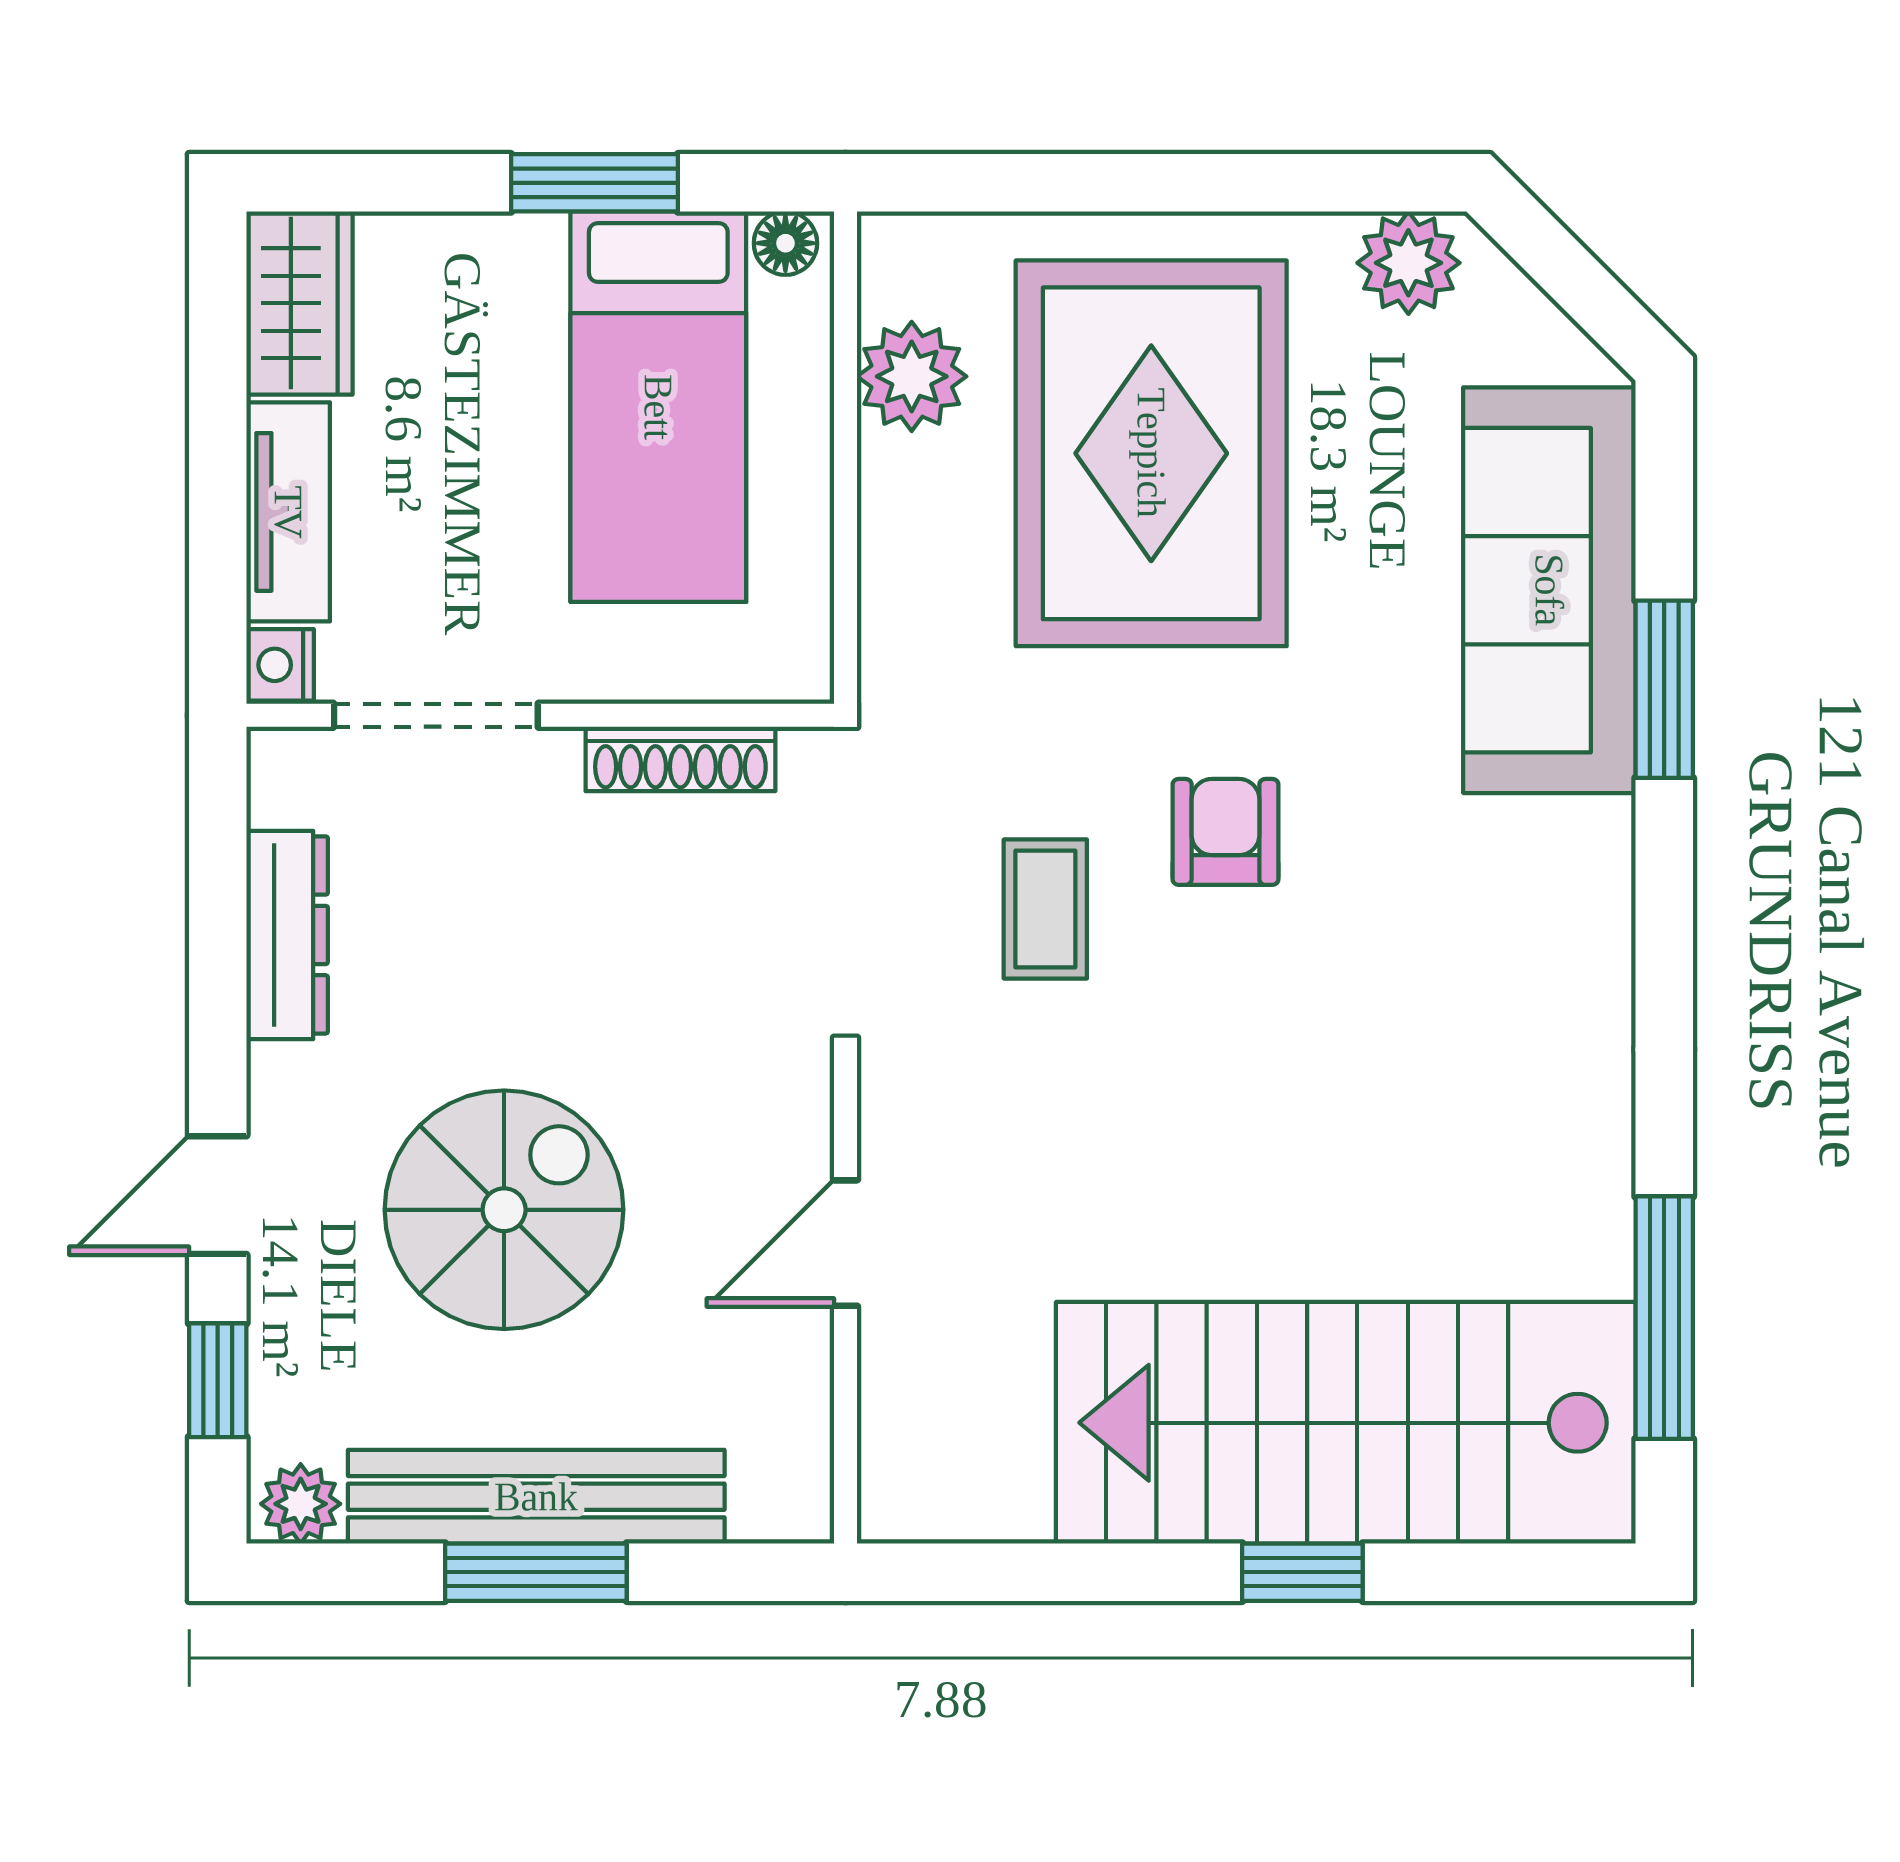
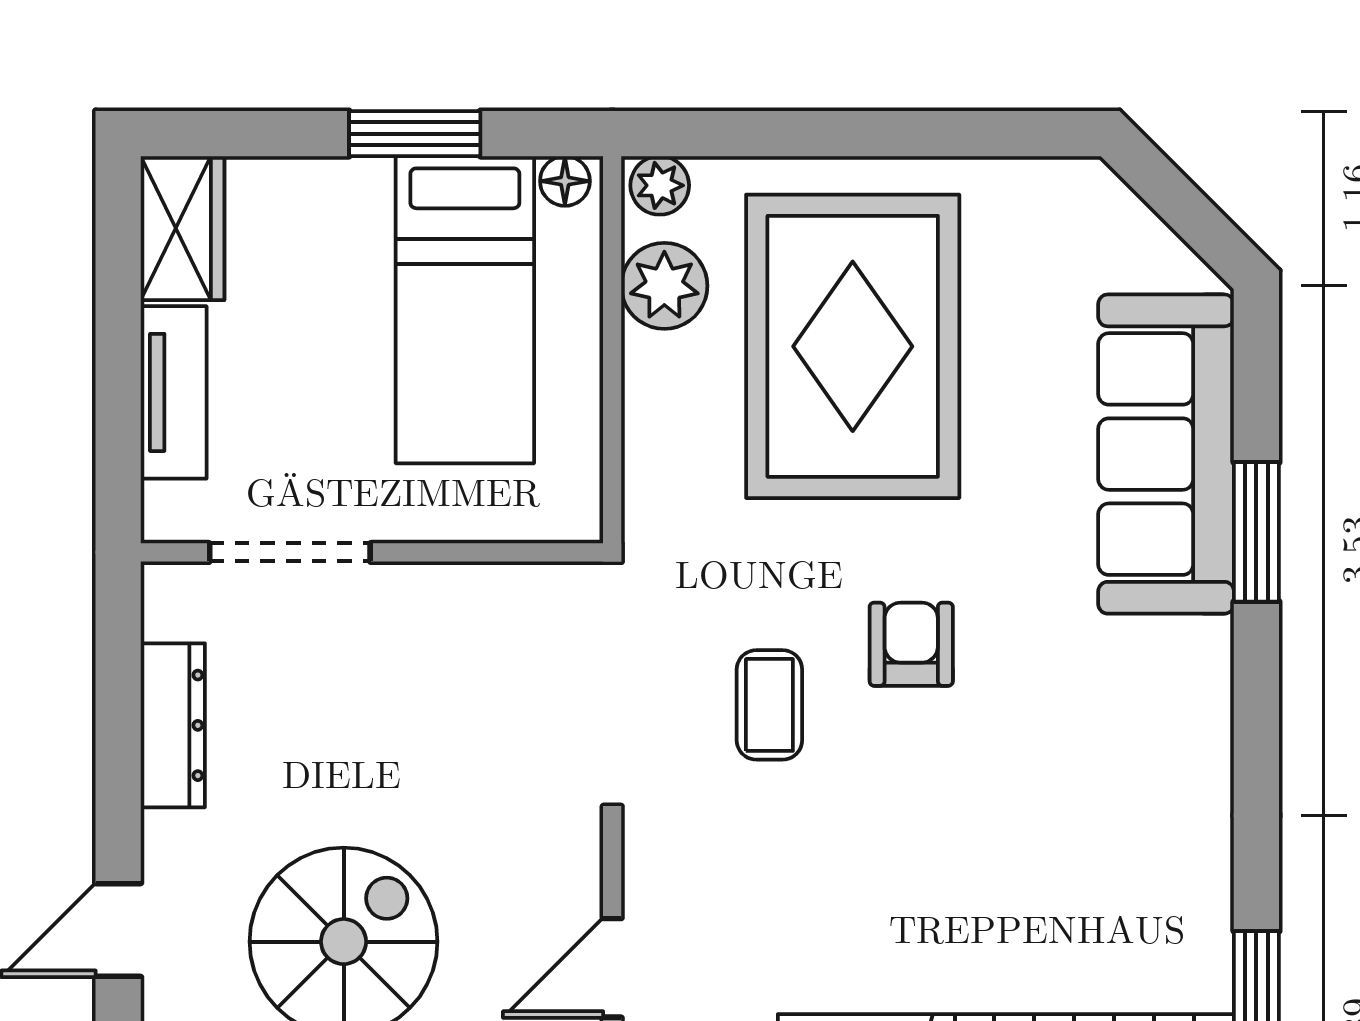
plant: (1408, 263) -> (660, 185), moved, width x0.73, depth x0.73
nightstand: (280, 665) -> (167, 513), removed
shoe rack: (680, 759) -> (482, 587), removed

